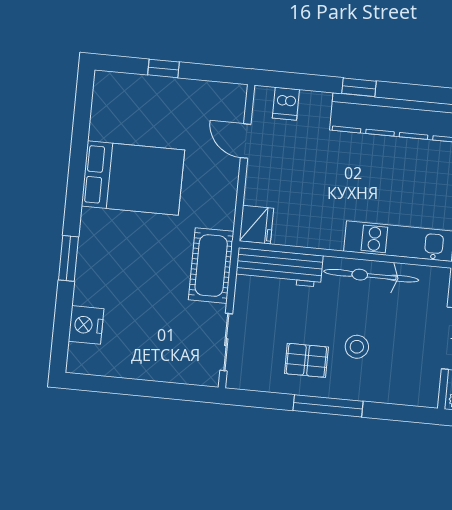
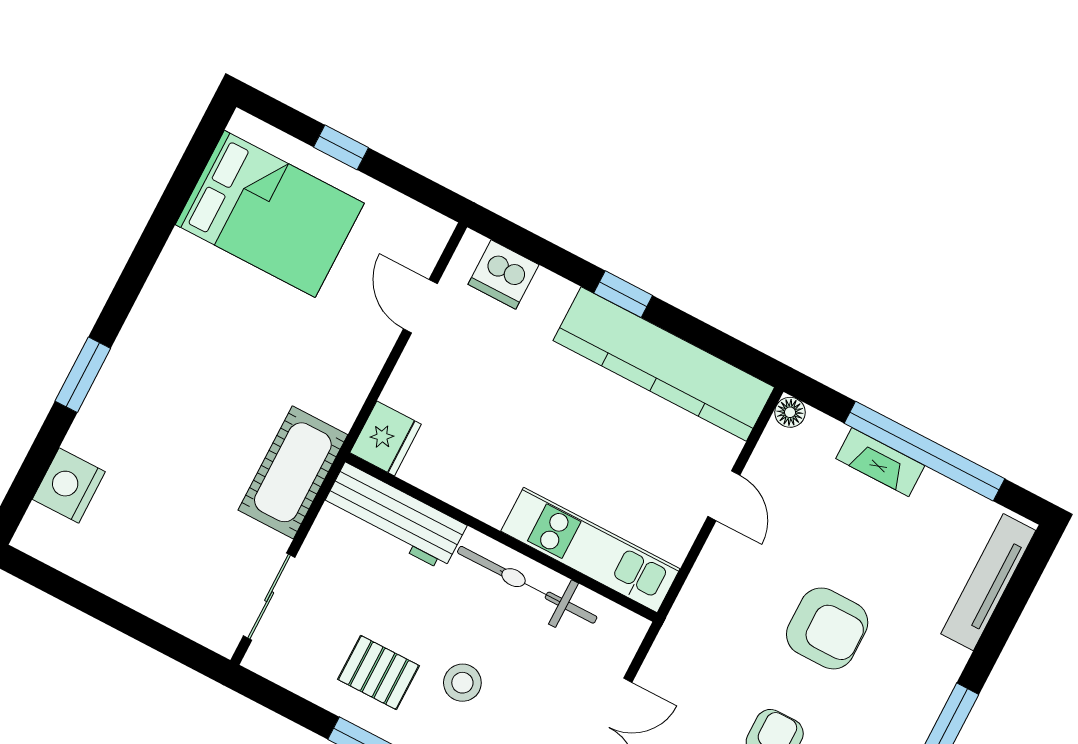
dishwasher: (286, 104) -> (503, 275), width x1.38
bed: (133, 178) -> (270, 214), moved

